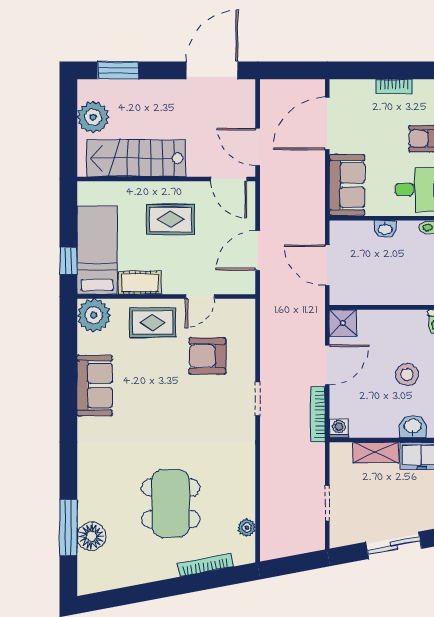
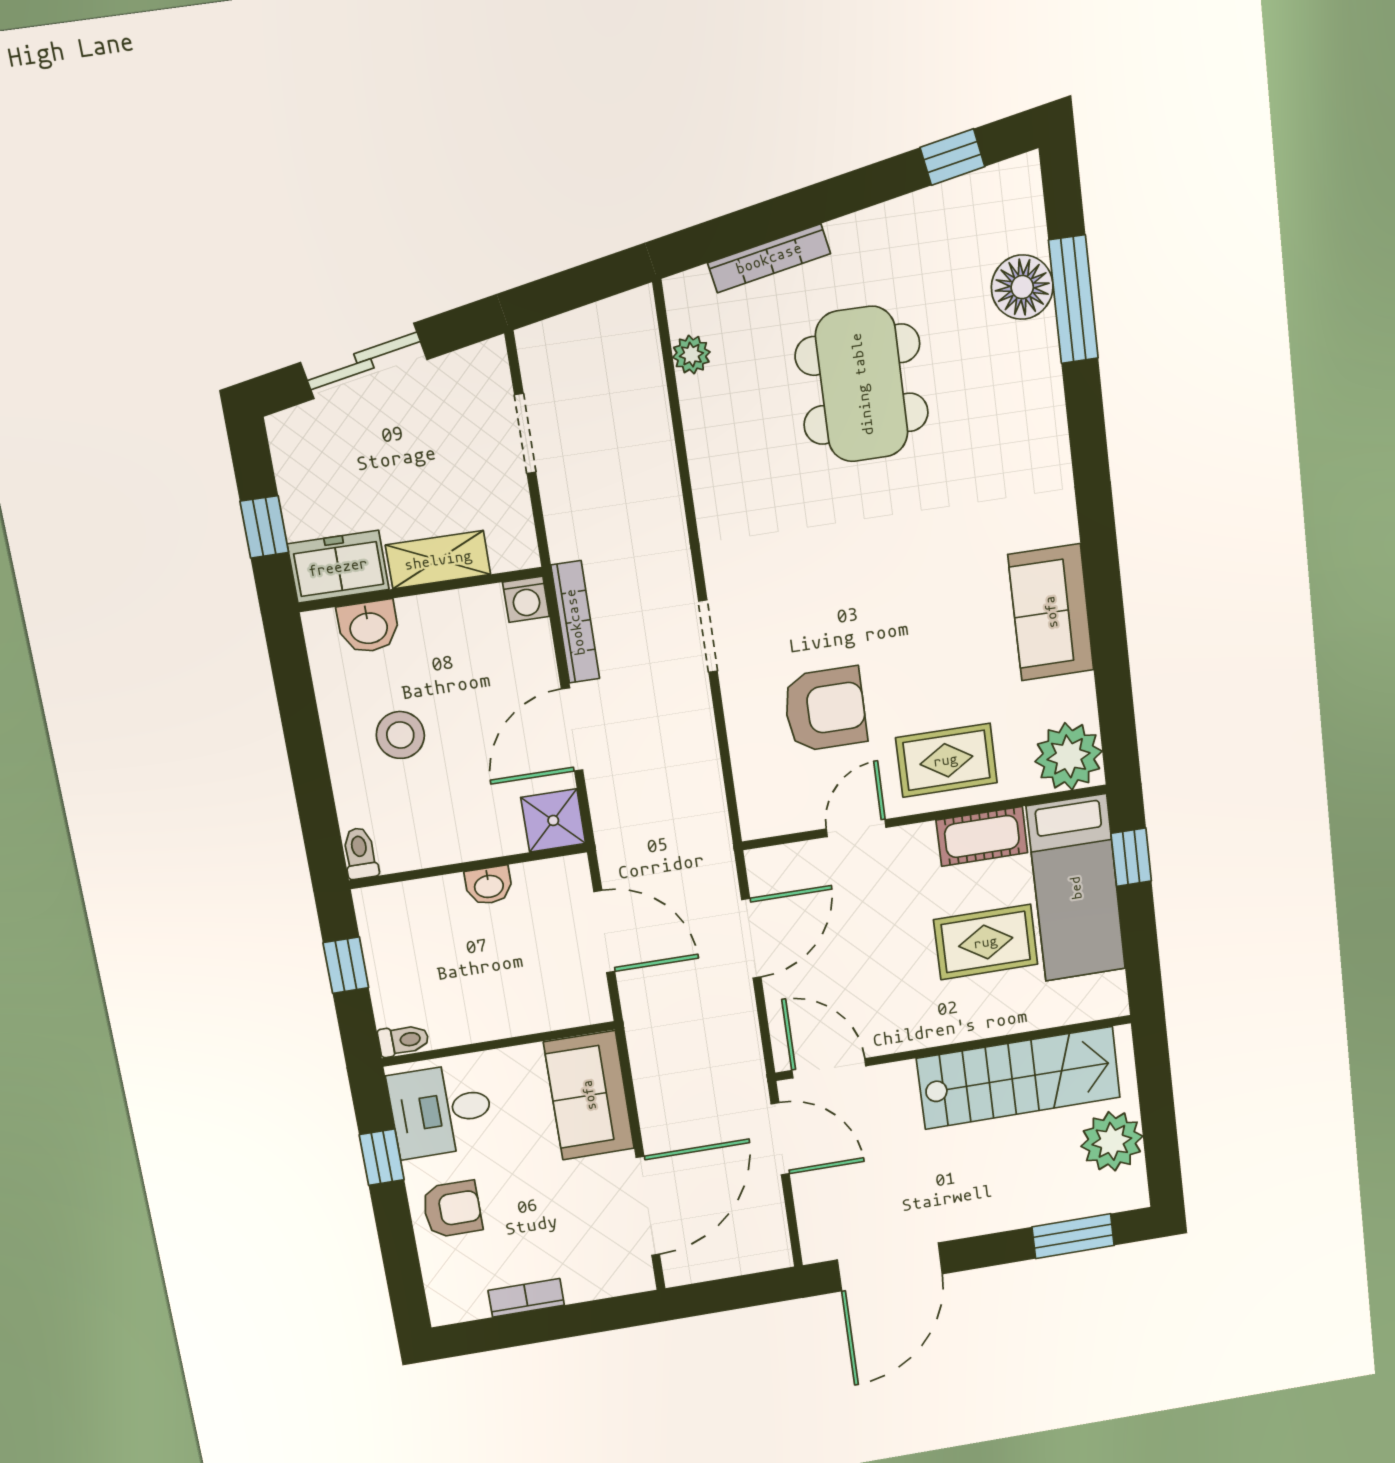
rug: (170, 220) -> (986, 942), moved
washbasin: (385, 229) -> (489, 885), moved, turned 180
window: (117, 598) -> (952, 157), added

